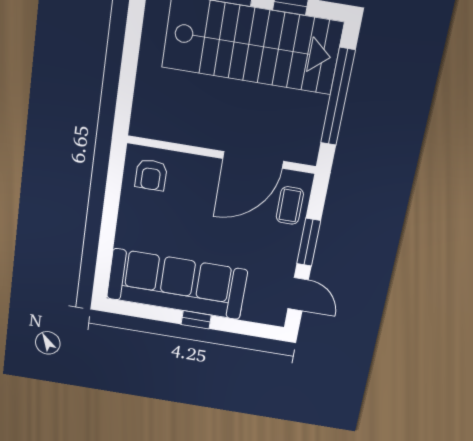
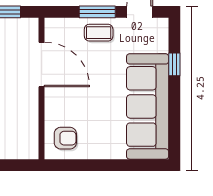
coffee table: (290, 205) -> (99, 33), moved
window: (196, 320) -> (174, 64), moved

